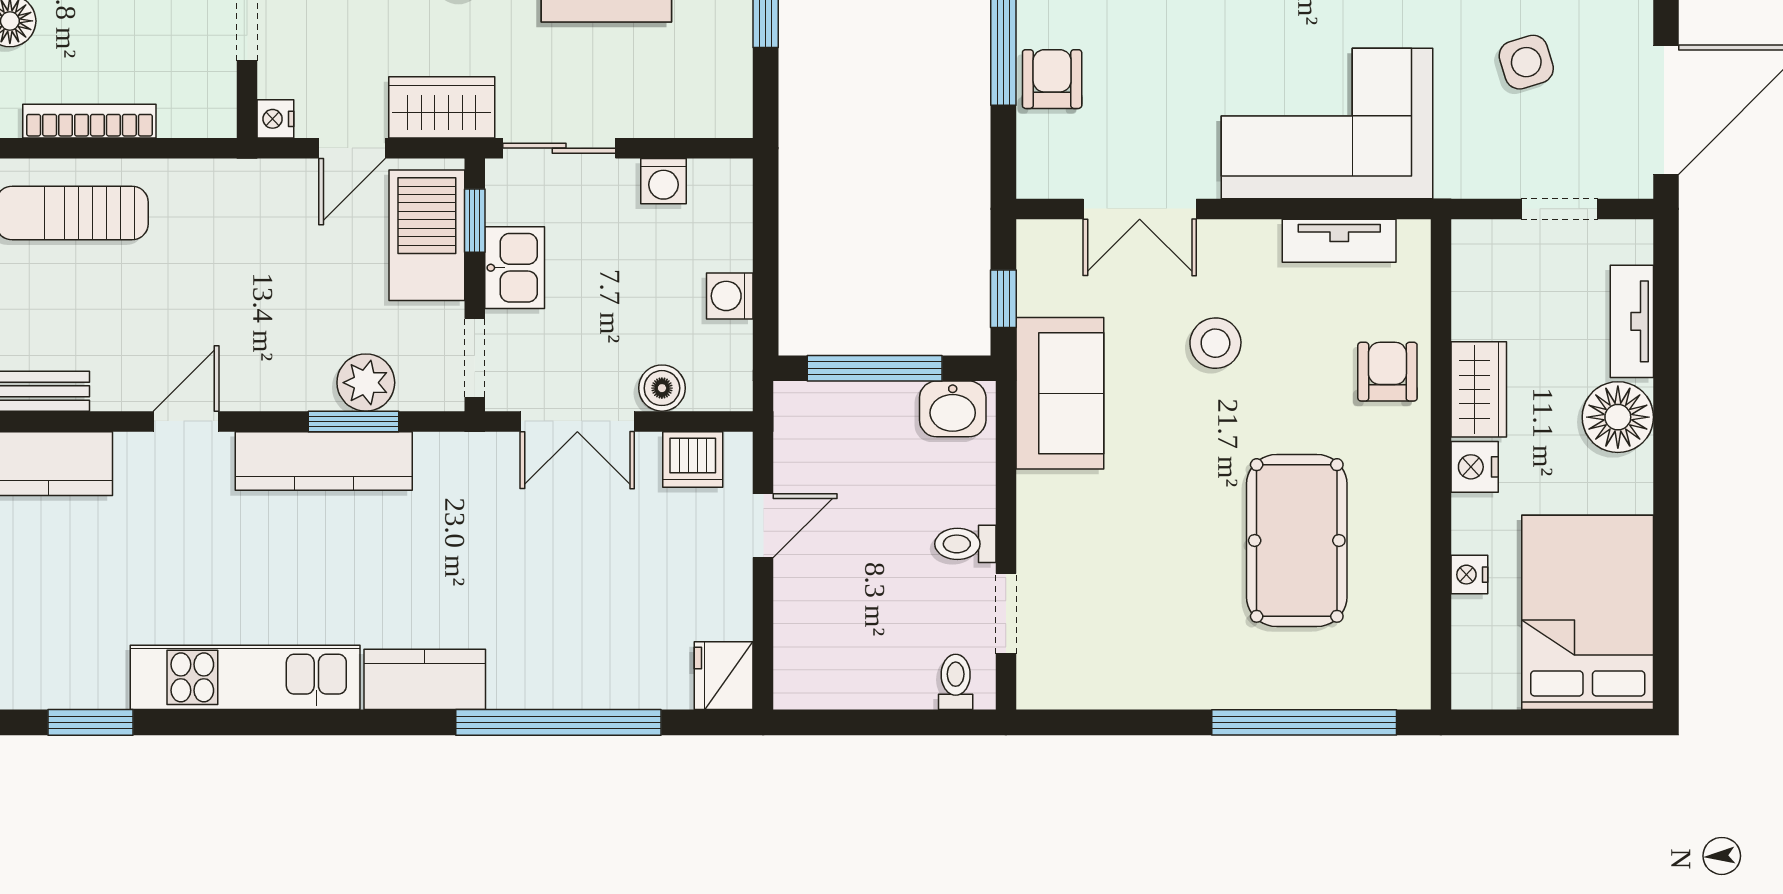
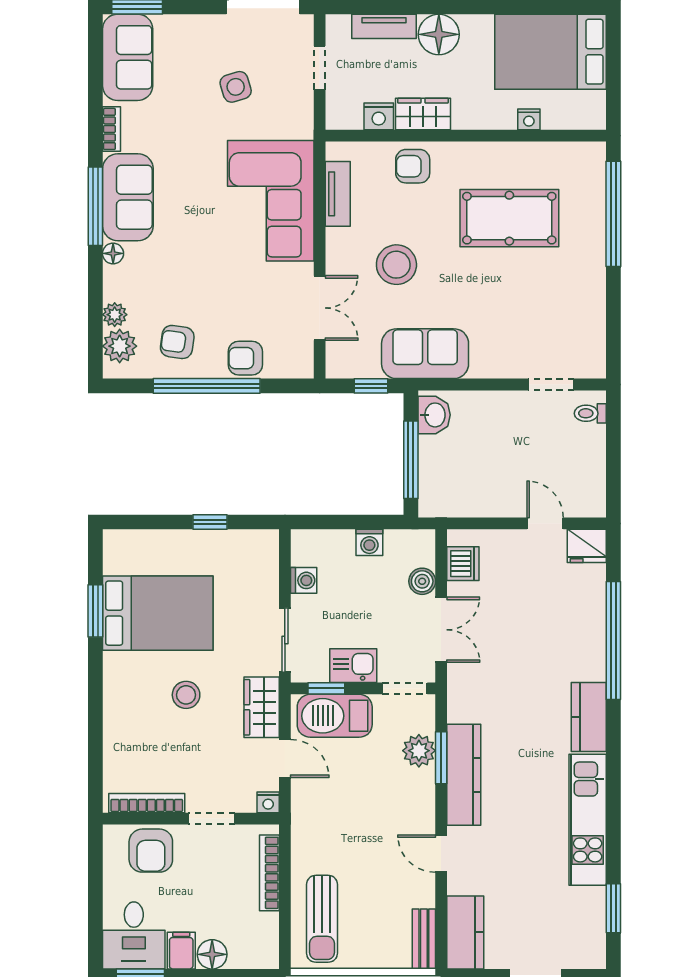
bookcase: (89, 121) -> (269, 873), moved
stool: (1215, 343) -> (396, 265), width x1.38, depth x1.38
nightstand: (1475, 467) -> (379, 116), moved
door: (763, 526) -> (545, 523), moved
toilet: (965, 544) -> (511, 408), removed

